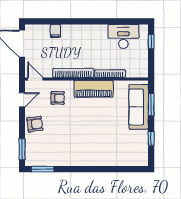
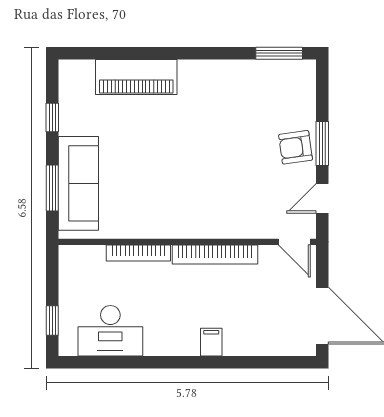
filing cabinet: (55, 31) -> (211, 342), moved
piano: (94, 89) -> (136, 77), moved, turned 180
armchair: (58, 98) -> (248, 202), removed
window: (22, 149) -> (322, 143), moved

